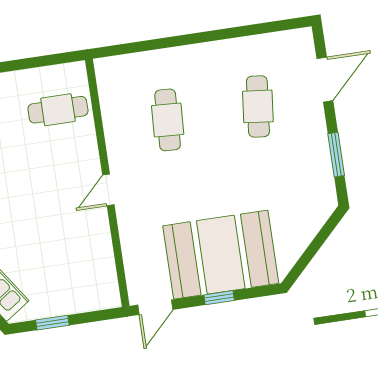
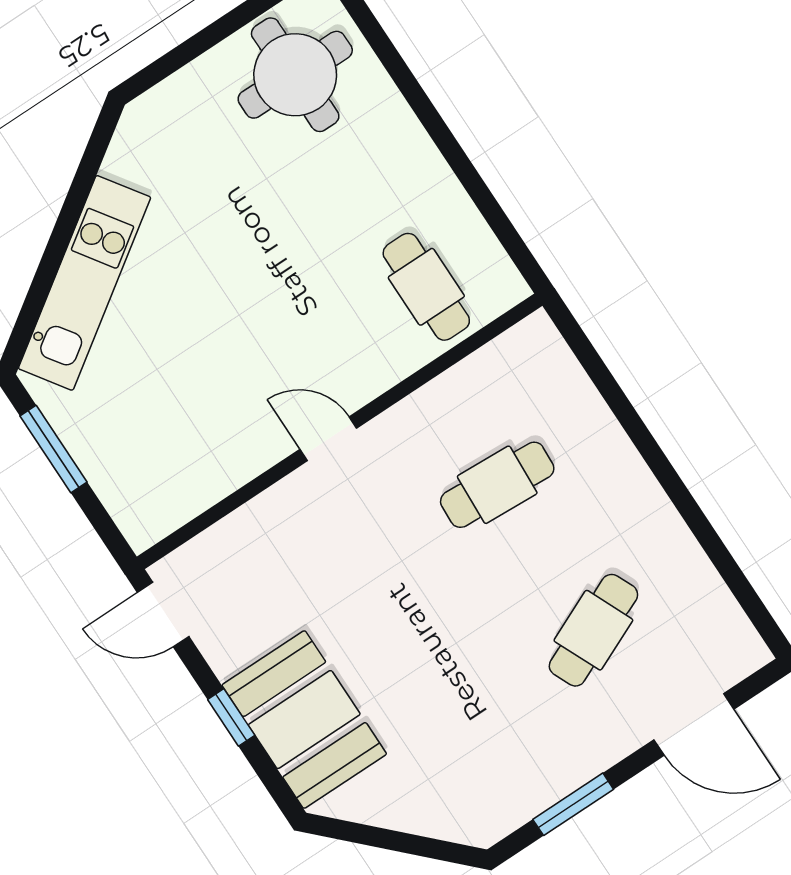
cafe table: (258, 106) -> (593, 630), turned -30
booth: (221, 255) -> (304, 720), width x0.73, depth x0.70
window: (52, 323) -> (54, 449), width x1.50

